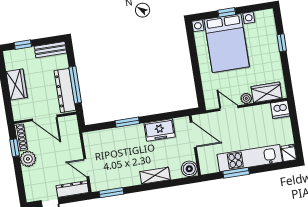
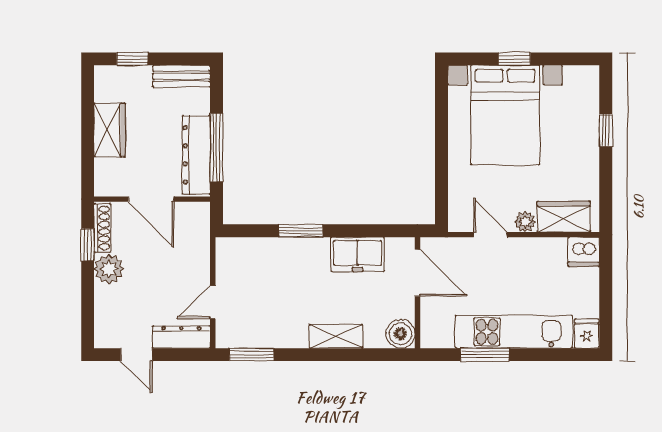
door: (86, 168) -> (213, 302), hinge flipped

